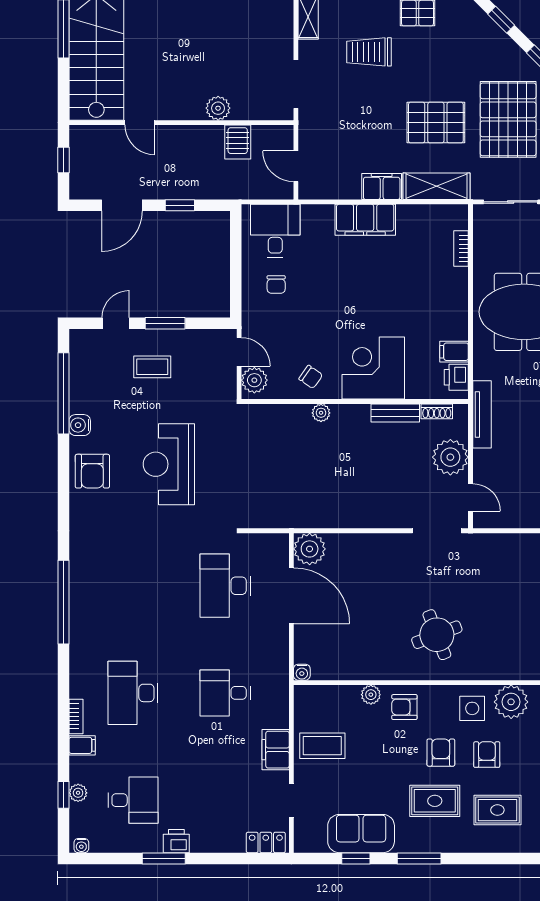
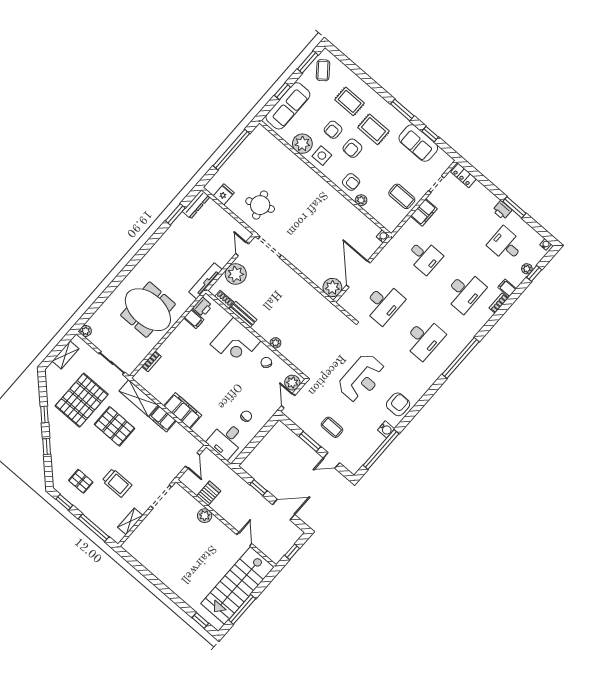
desk: (133, 586) -> (424, 339), added
round table: (437, 635) -> (260, 205), moved

